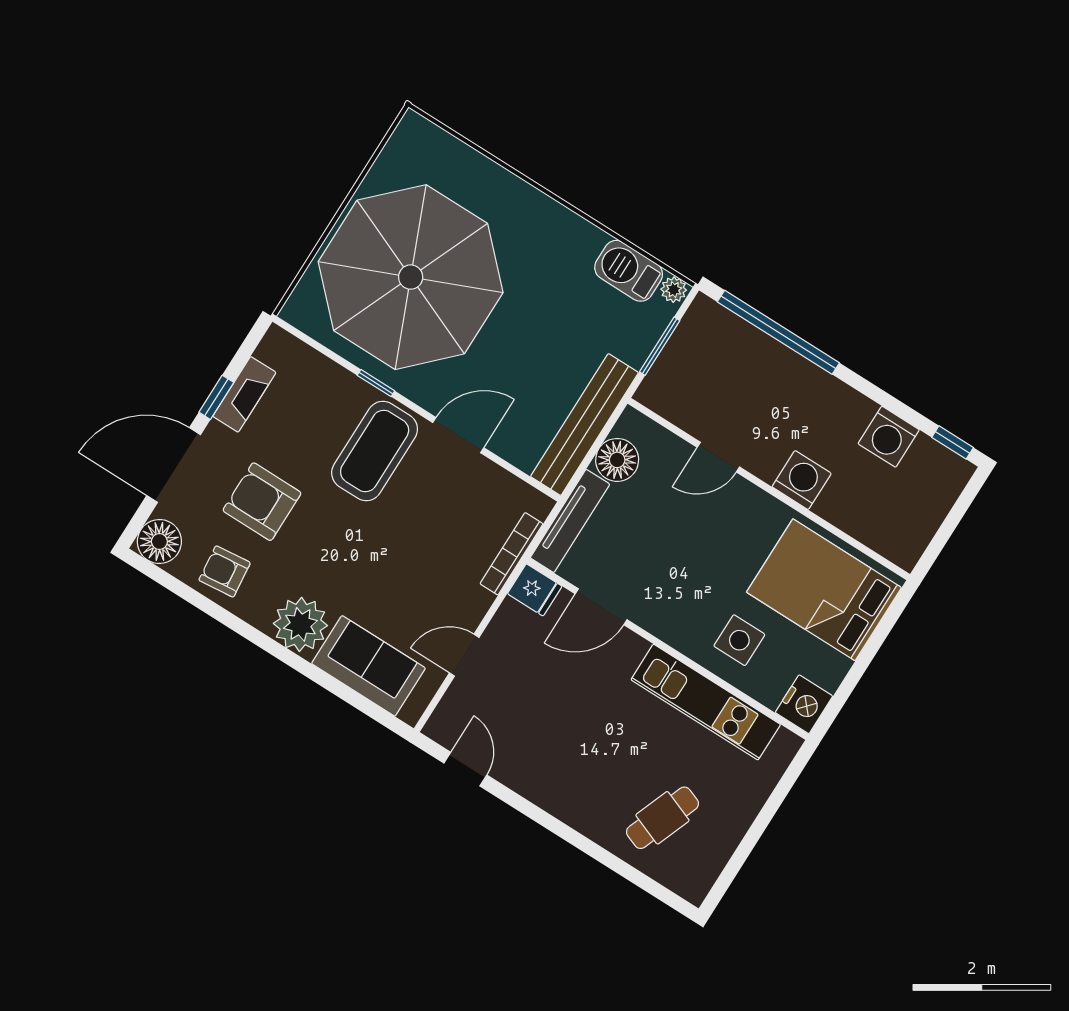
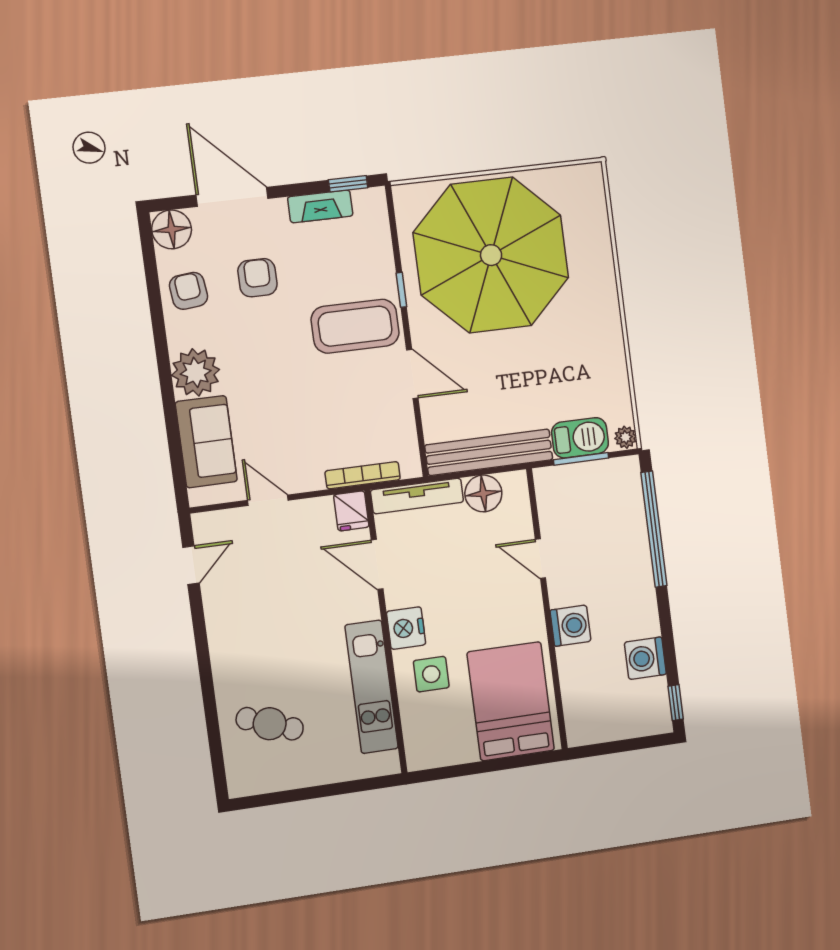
barbecue: (629, 271) -> (580, 438), moved, turned 90
window: (216, 397) -> (348, 184), moved
armchair: (262, 502) -> (257, 278), width x0.72, depth x0.72
nightstand: (804, 704) -> (406, 628), moved, turned 90

